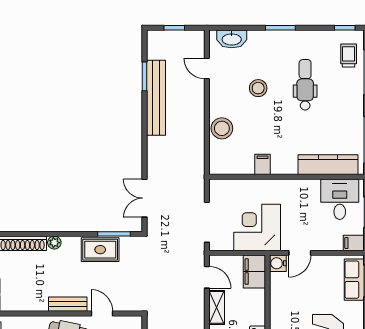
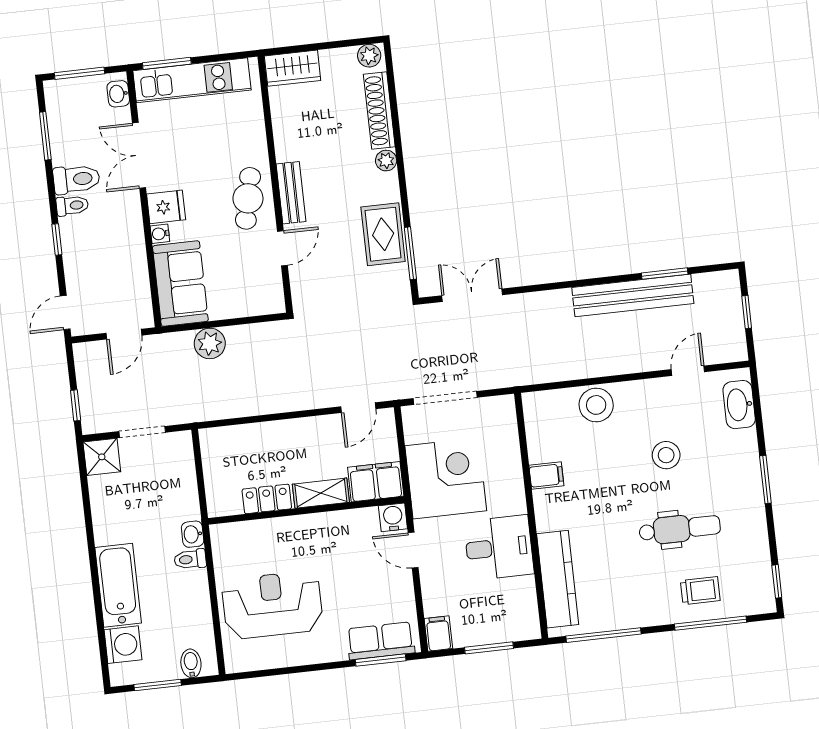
trolley: (349, 56) -> (700, 591), moved
desk: (340, 199) -> (499, 548), moved
shelving: (217, 307) -> (321, 493), moved

